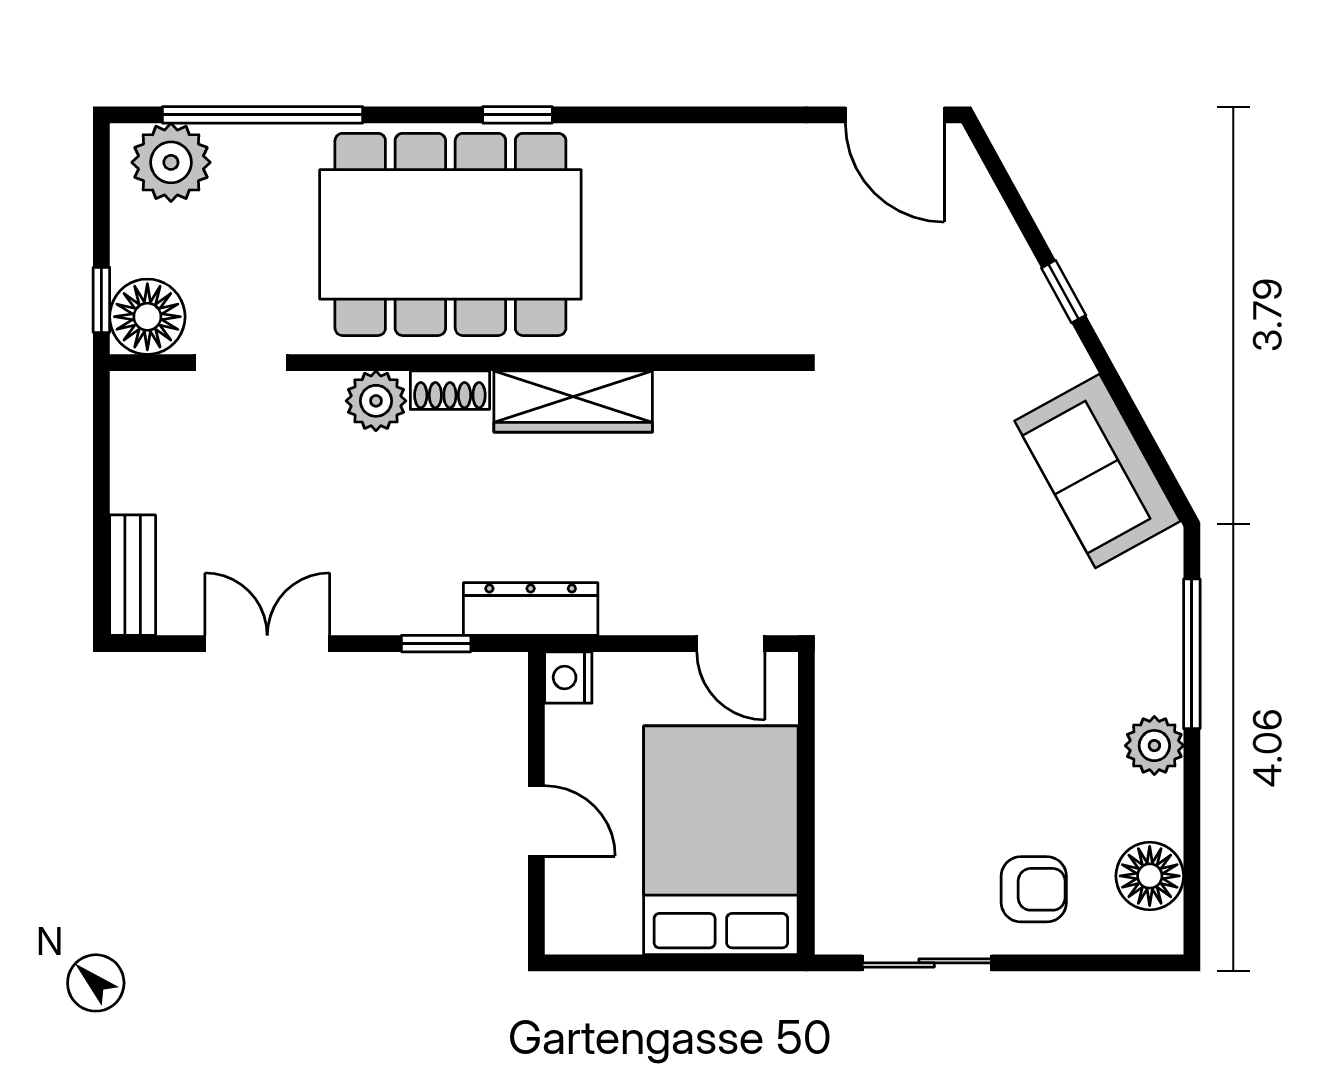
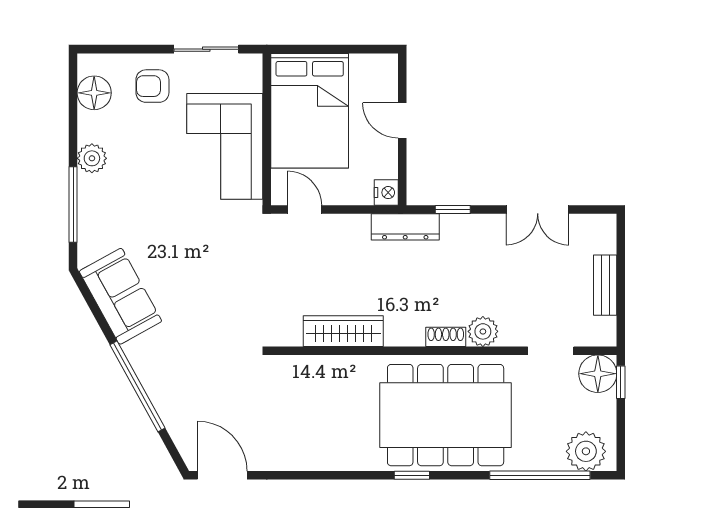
window: (1064, 292) -> (137, 386), width x3.17
wardrobe: (573, 402) -> (343, 331), moved
bench: (133, 575) -> (605, 285), moved
corner sofa: (890, 769) -> (225, 146), added

